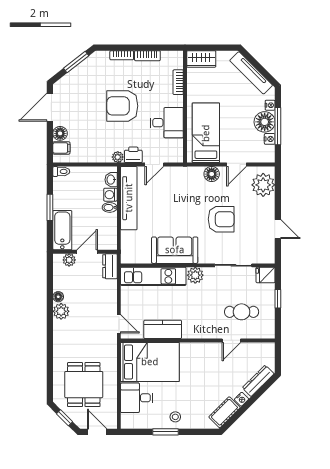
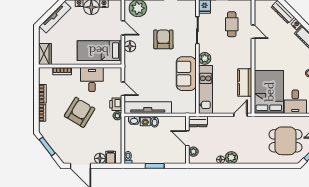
armchair: (122, 106) -> (80, 112), turned -149
bathtub: (62, 230) -> (171, 157), removed

